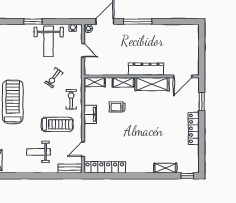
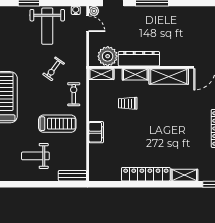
door: (83, 50) -> (88, 24), moved
plant: (100, 67) -> (108, 56), added
dresser: (146, 69) -> (139, 59), moved
filing cabinet: (90, 114) -> (96, 132), moved
door: (83, 149) -> (88, 153), removed
locker: (105, 167) -> (146, 174), moved

